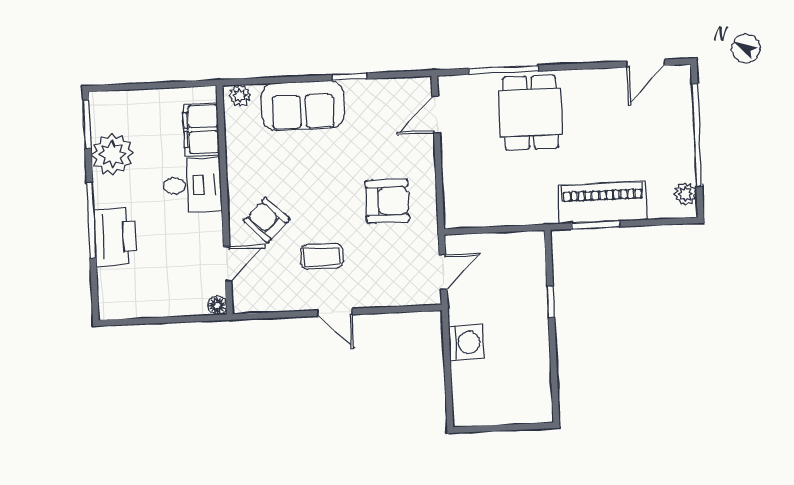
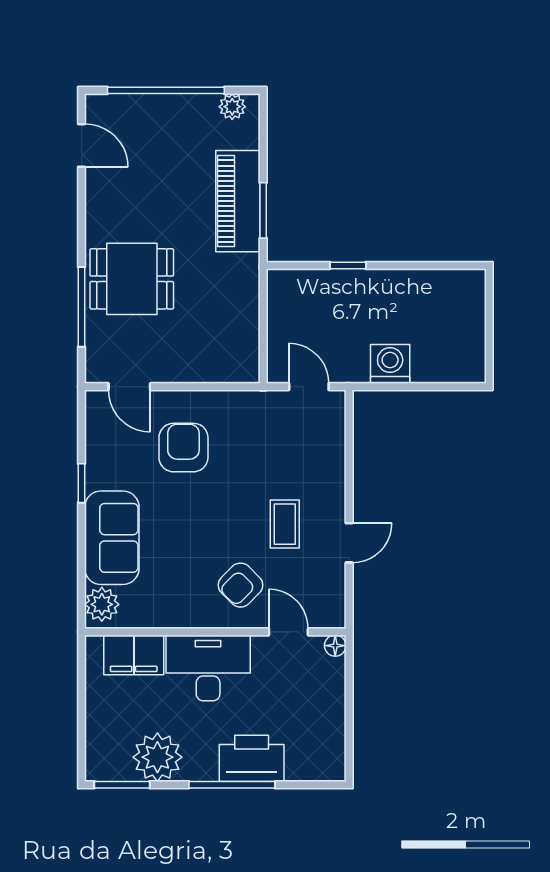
plant: (240, 95) -> (102, 604), width x1.38, depth x1.38
desk: (192, 185) -> (208, 668), width x1.37
armchair: (387, 201) -> (183, 448), moved
door: (335, 312) -> (349, 543), moved

